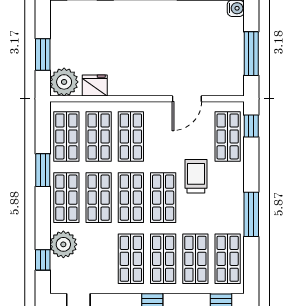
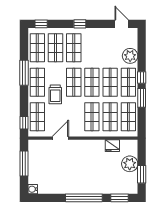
window: (43, 55) -> (142, 174), moved
plant: (64, 82) -> (130, 164), moved
shop shelf: (131, 259) -> (37, 82), moved
window: (43, 260) -> (142, 77), moved

